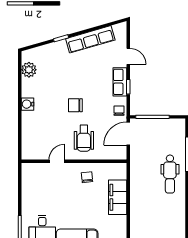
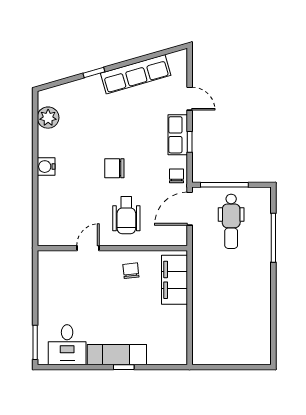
dental chair: (170, 174) -> (231, 221), moved
filing cabinet: (118, 197) -> (175, 280), moved

